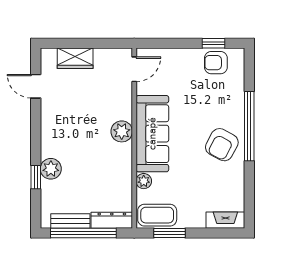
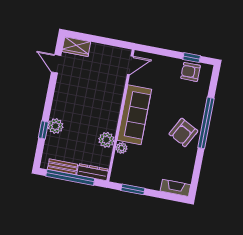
wardrobe: (75, 58) -> (76, 47), moved
plant: (122, 131) -> (106, 140), moved
coffee table: (157, 215) -> (126, 175), removed

